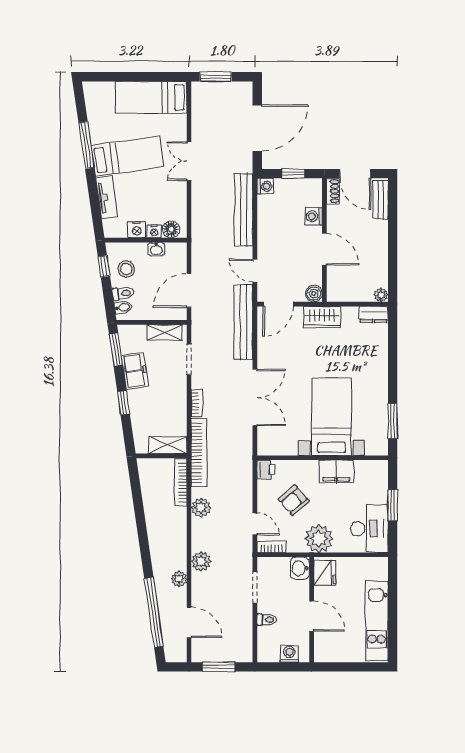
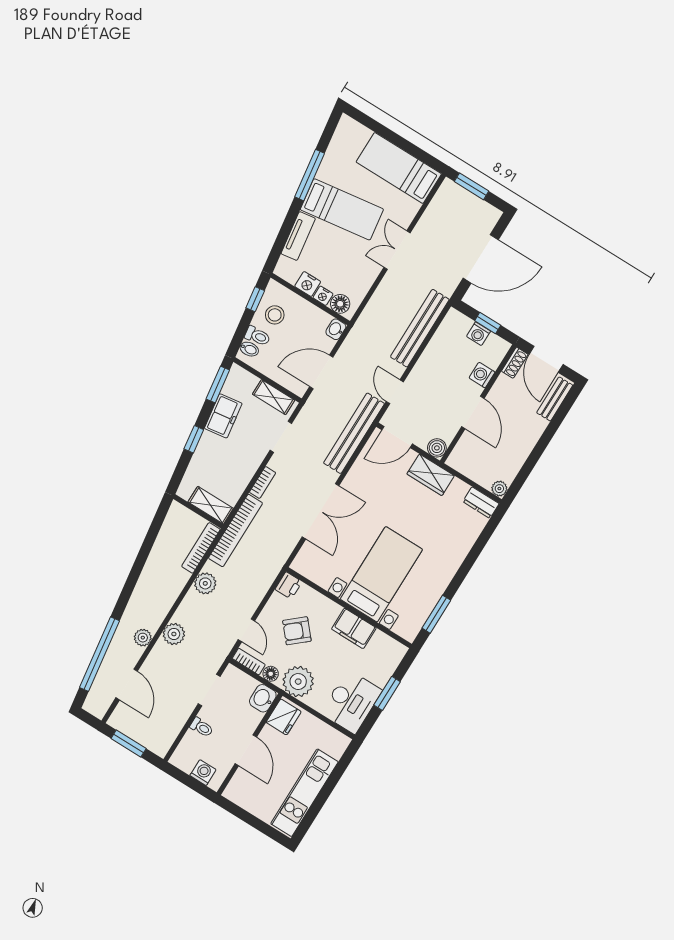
washing machine: (265, 186) -> (479, 334), moved, turned 90
washbasin: (156, 249) -> (336, 329), moved, turned 90
floor lamp: (294, 546) -> (271, 674), added

